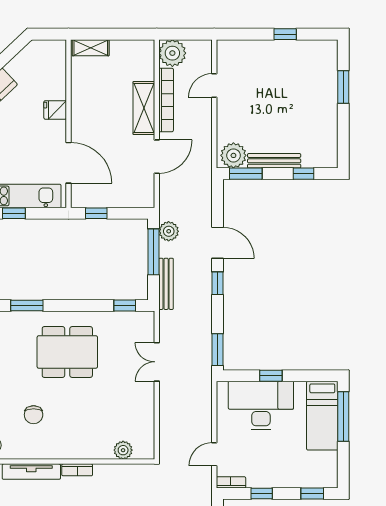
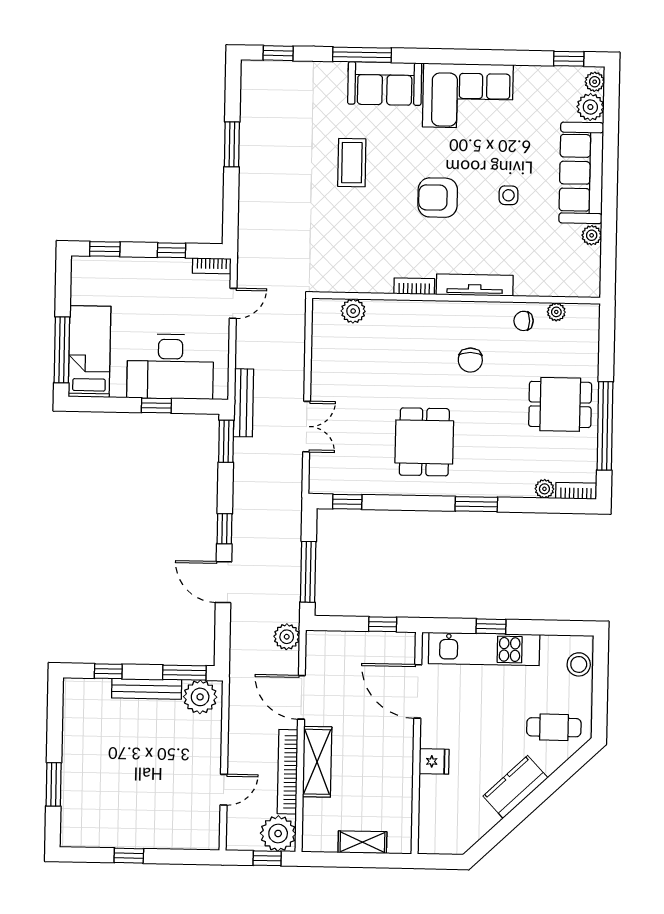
window: (180, 34) -> (267, 858), added
shelving: (91, 48) -> (362, 842), moved
door: (157, 157) -> (301, 697), hinge flipped
plant: (169, 231) -> (287, 637), moved
bench: (166, 284) -> (244, 403), moved
dining table: (67, 352) -> (424, 442), width x0.73
chair: (34, 415) -> (470, 360), turned 180

